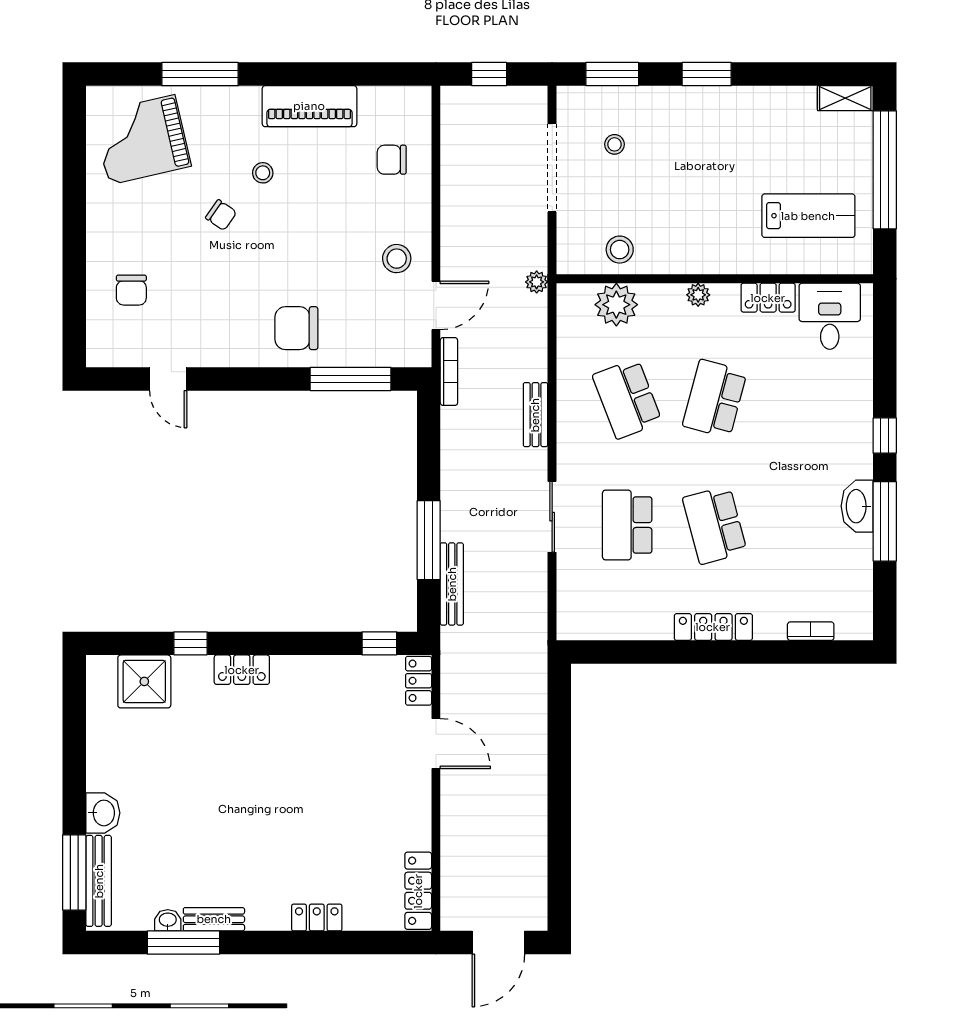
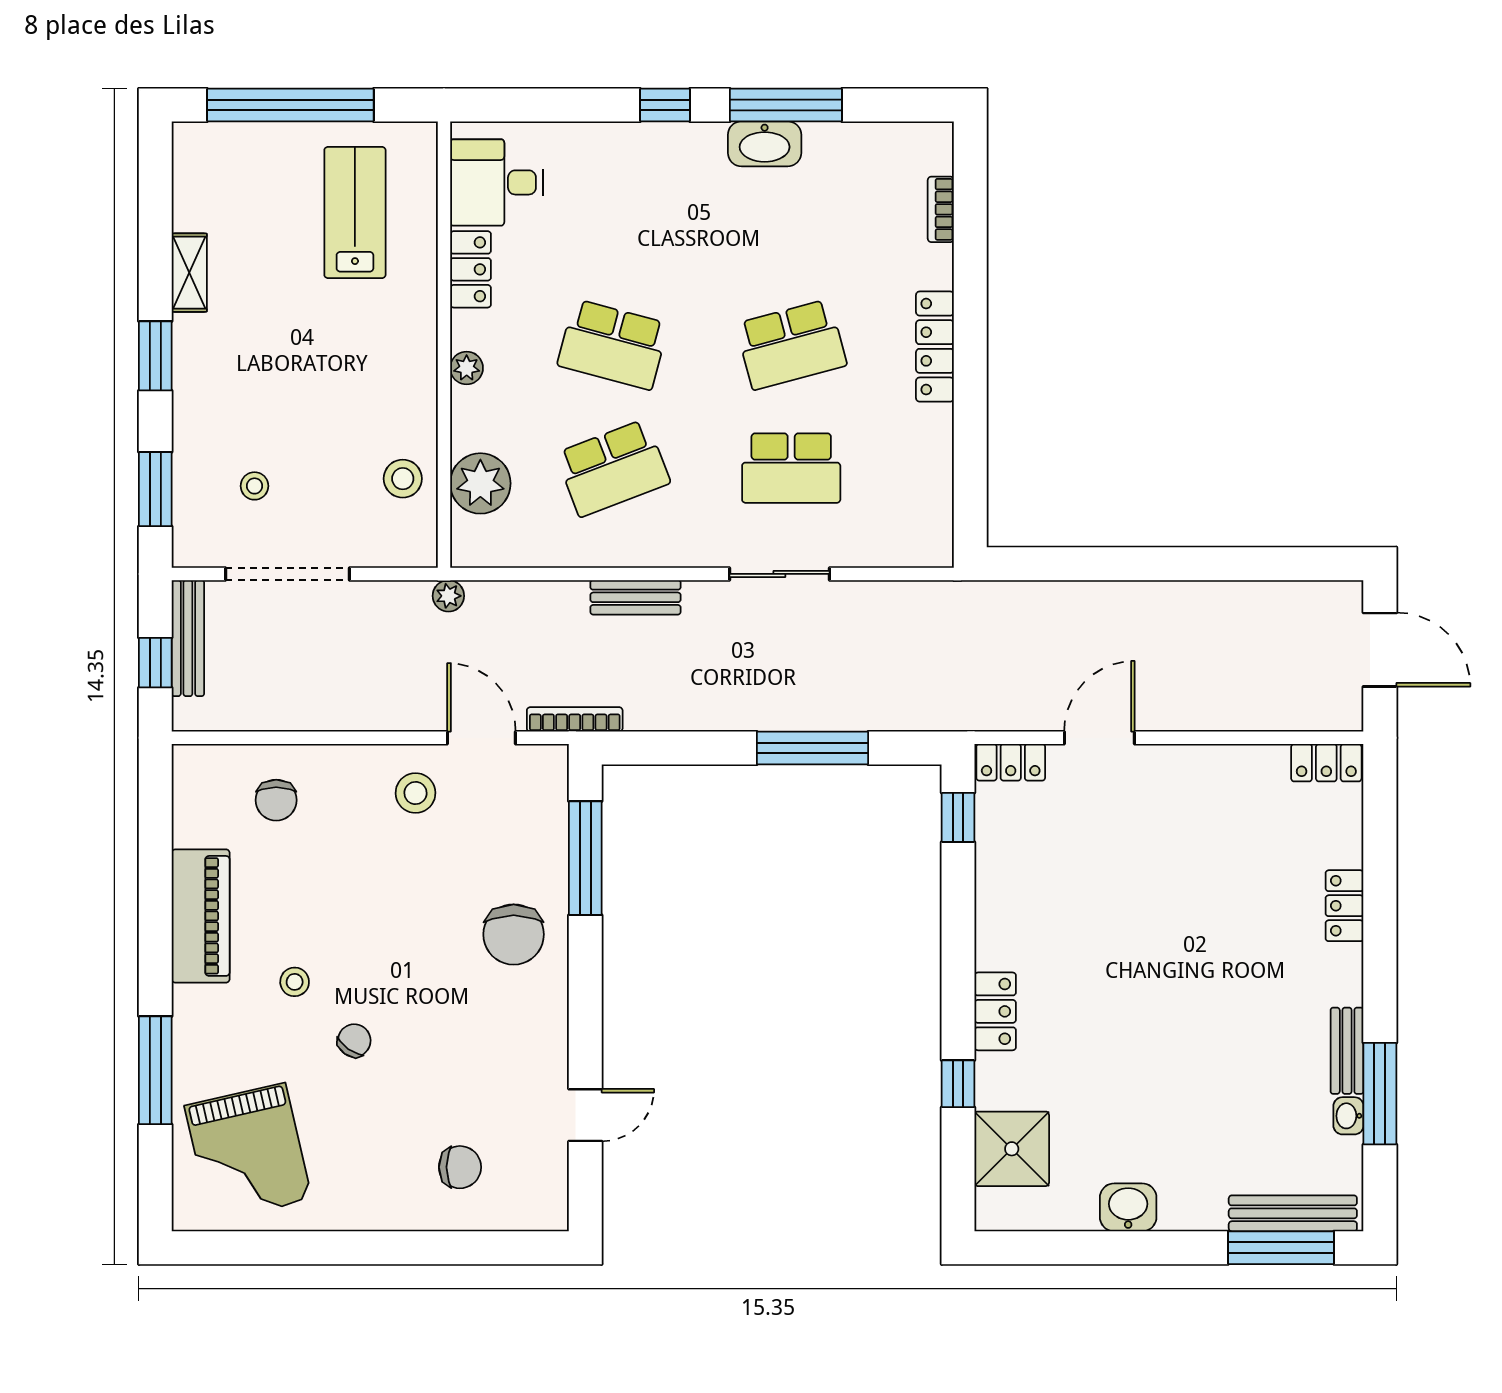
shelving: (845, 98) -> (189, 273), moved
bench: (452, 584) -> (188, 638), moved, turned 90
washbasin: (103, 813) -> (1128, 1207), moved
locker: (418, 891) -> (1326, 763), width x0.66

